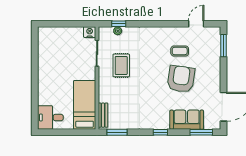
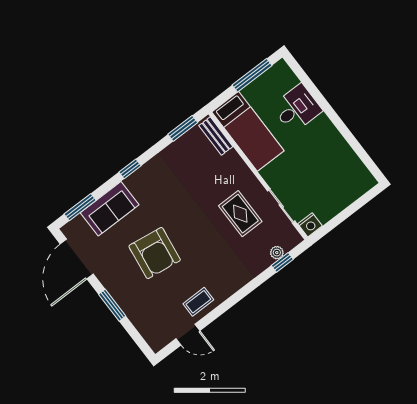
door: (196, 24) -> (188, 335), hinge flipped
window: (224, 46) -> (112, 305), moved
coffee table: (180, 51) -> (198, 302), moved
desk: (50, 118) -> (297, 108), moved
window: (60, 132) -> (252, 75), added

